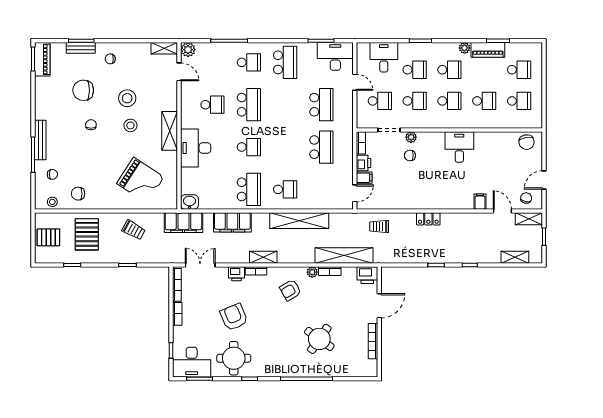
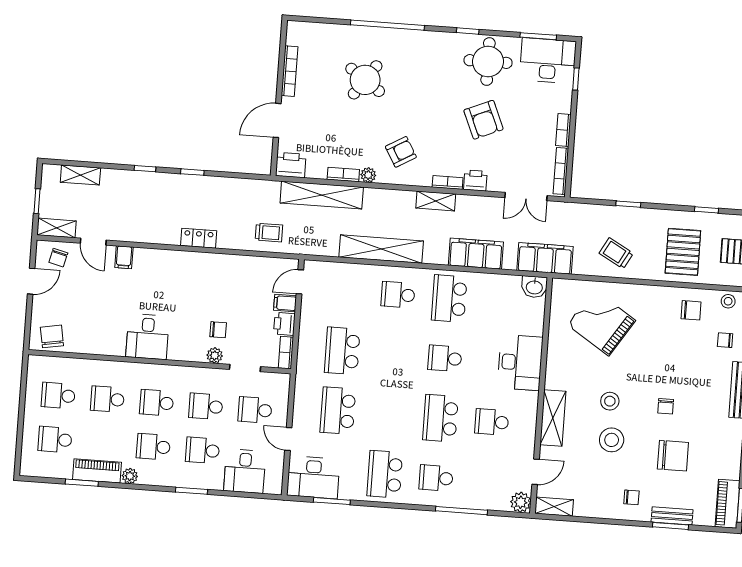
door: (179, 72) -> (536, 472), swing flipped
shelving: (170, 131) -> (553, 418), moved

